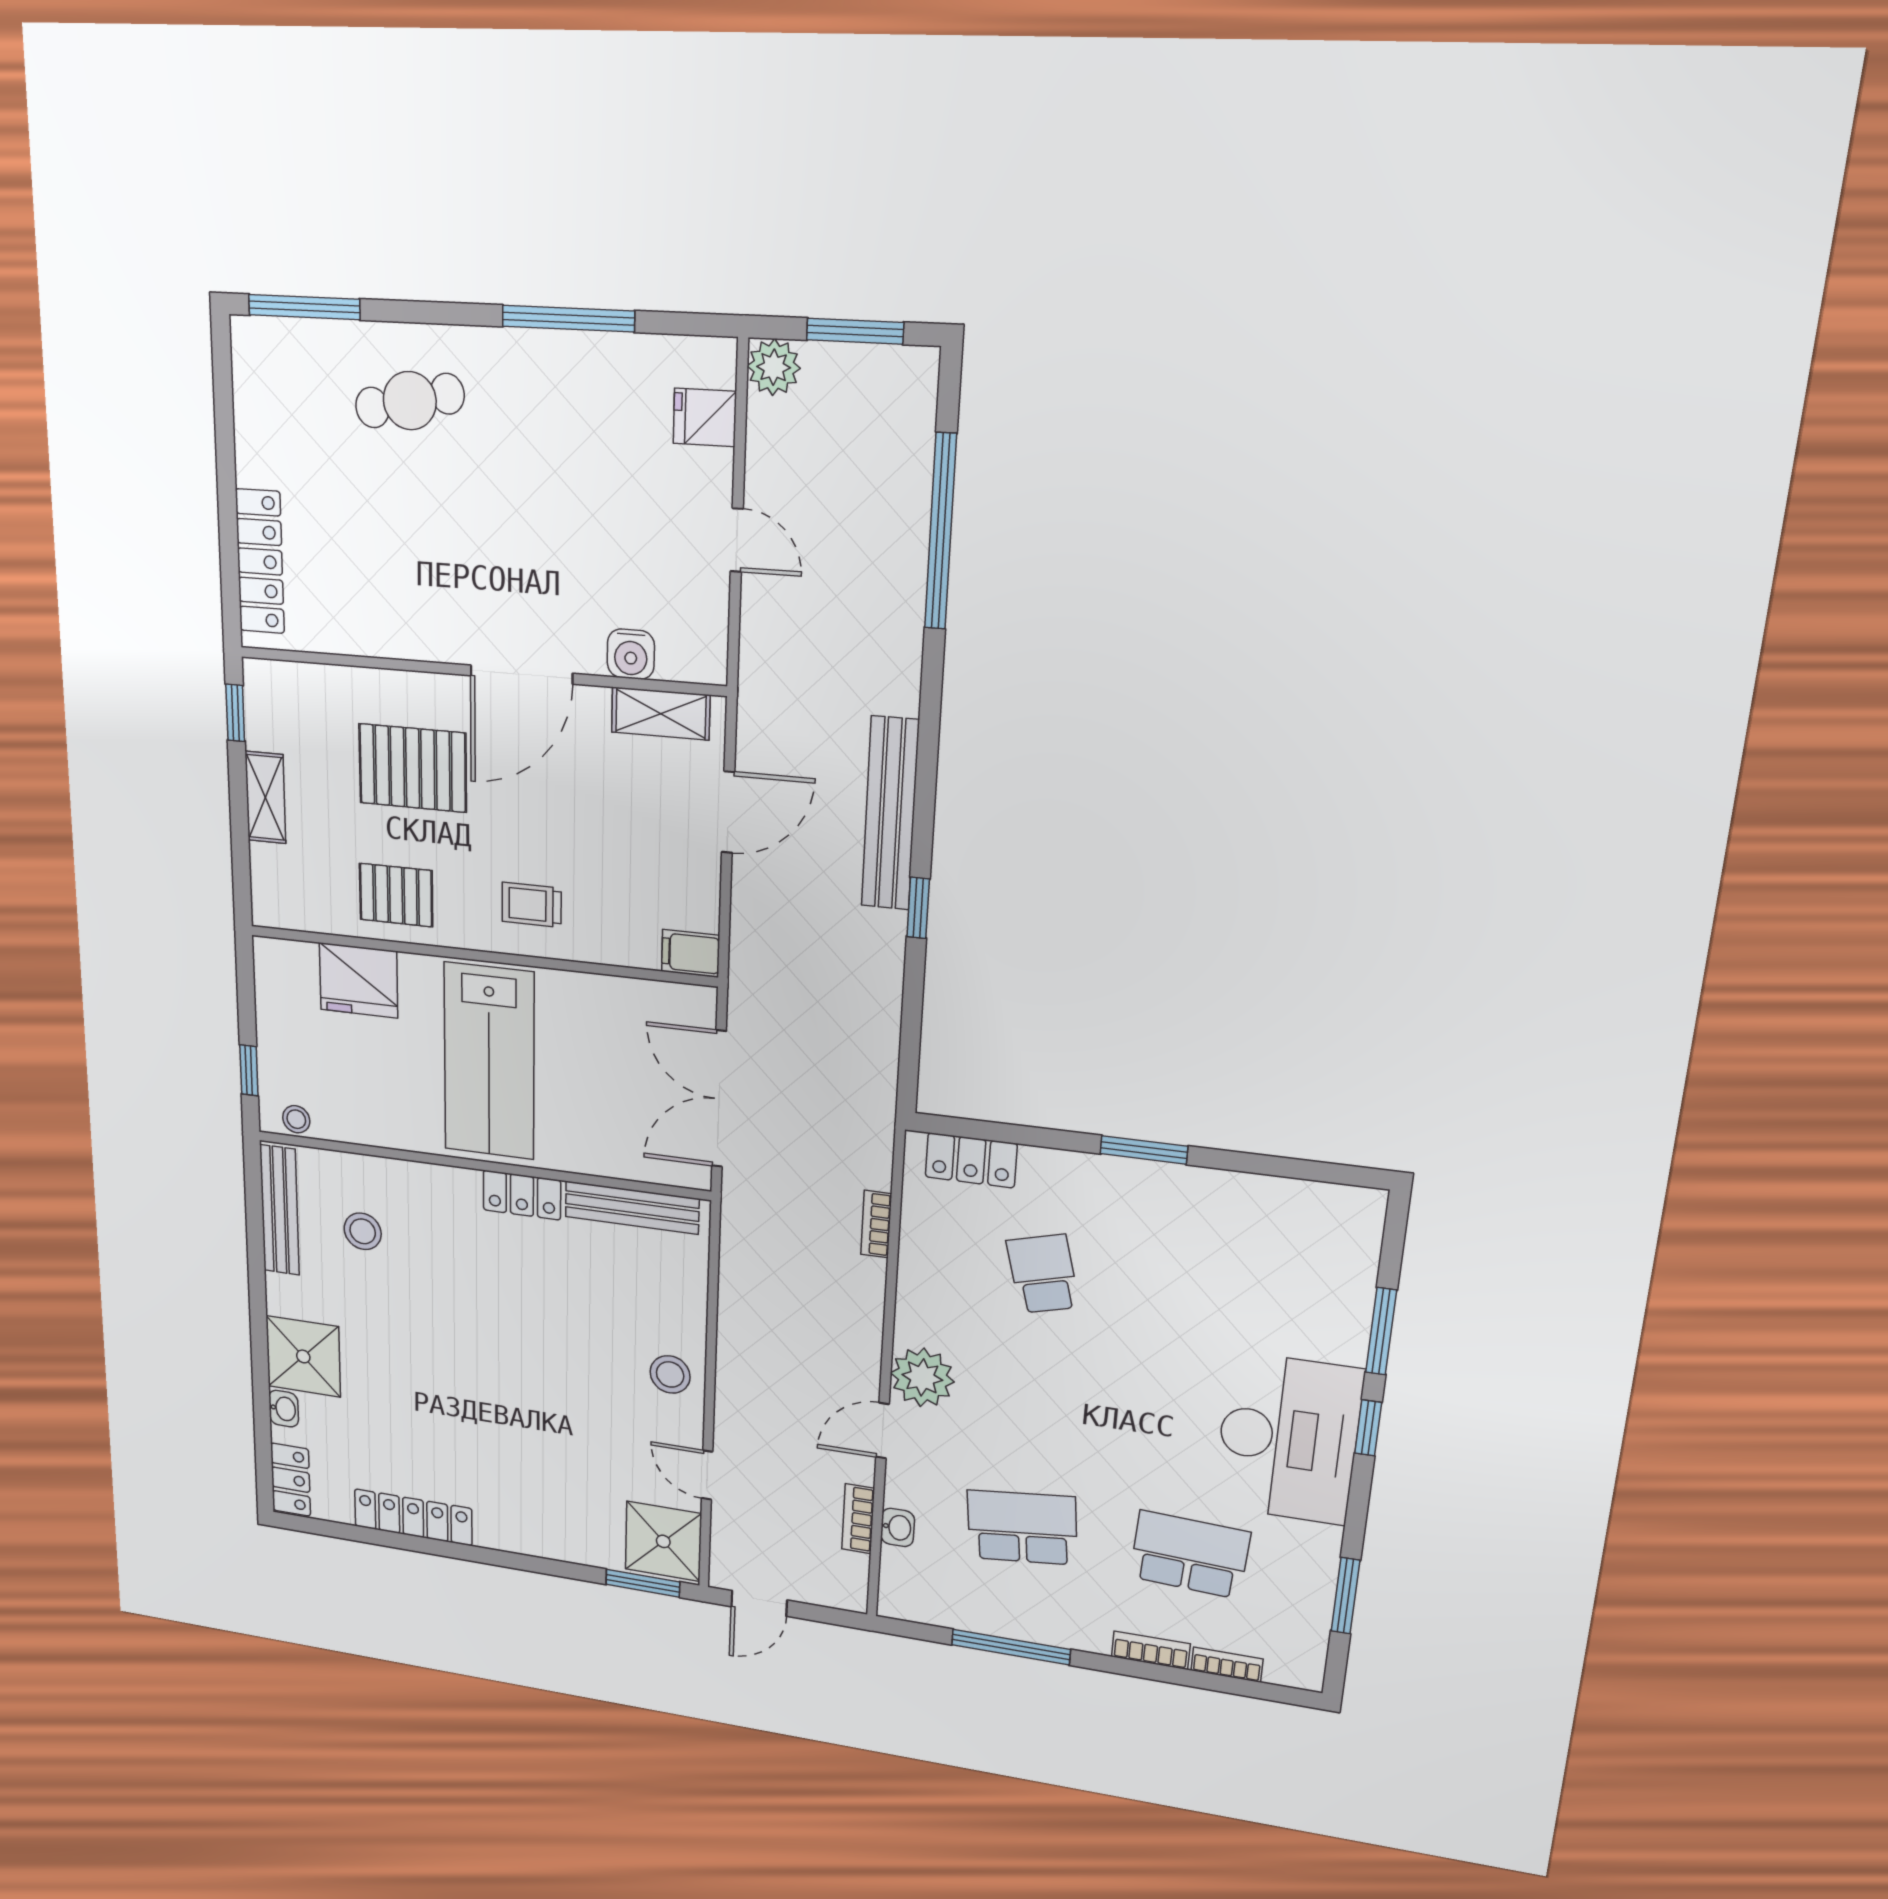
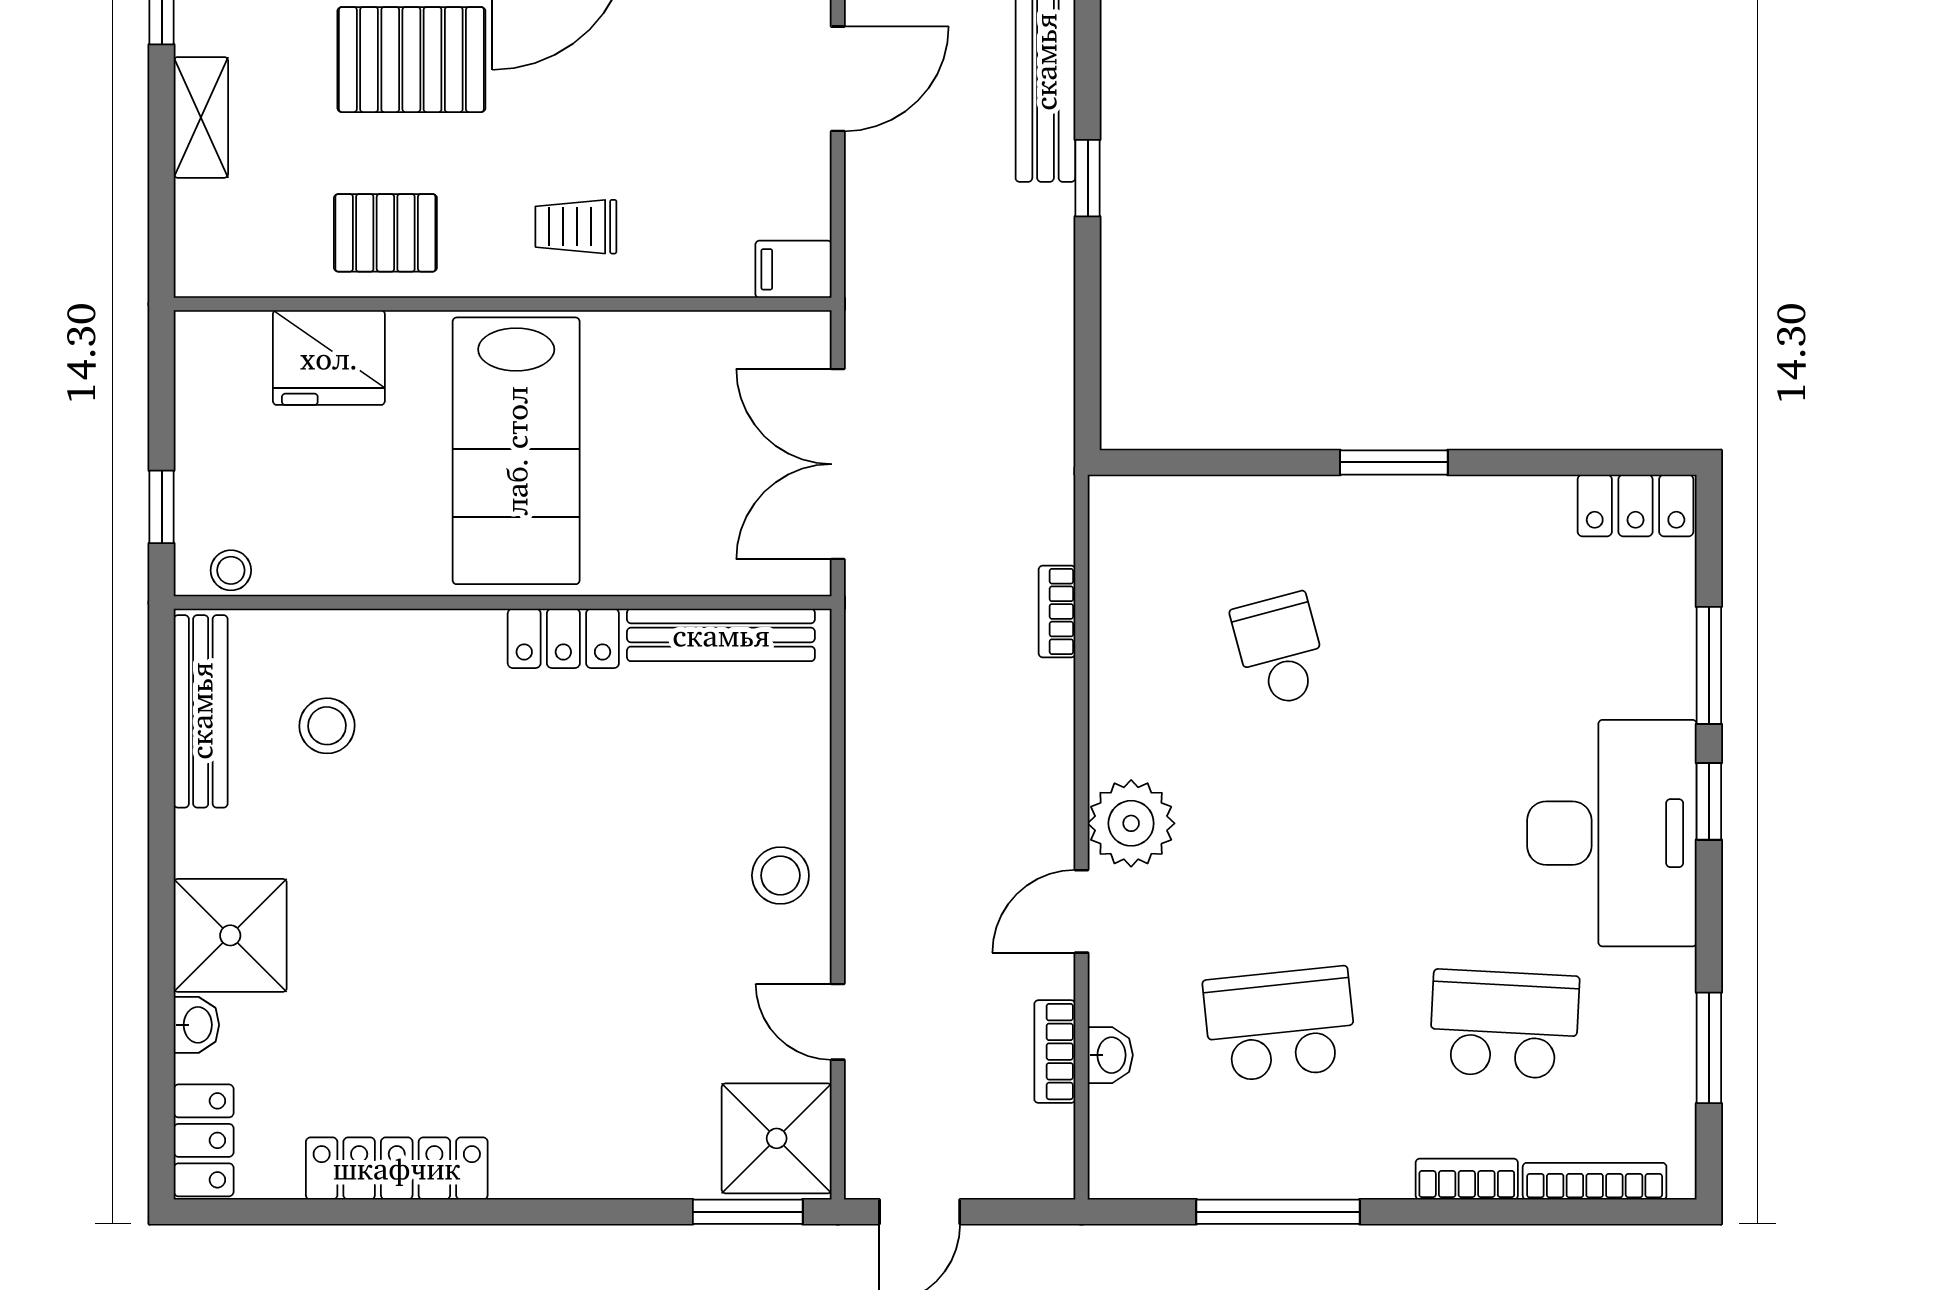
locker: (971, 1160) -> (1636, 506), moved
bookcase: (1227, 1665) -> (1595, 1181), width x1.56

